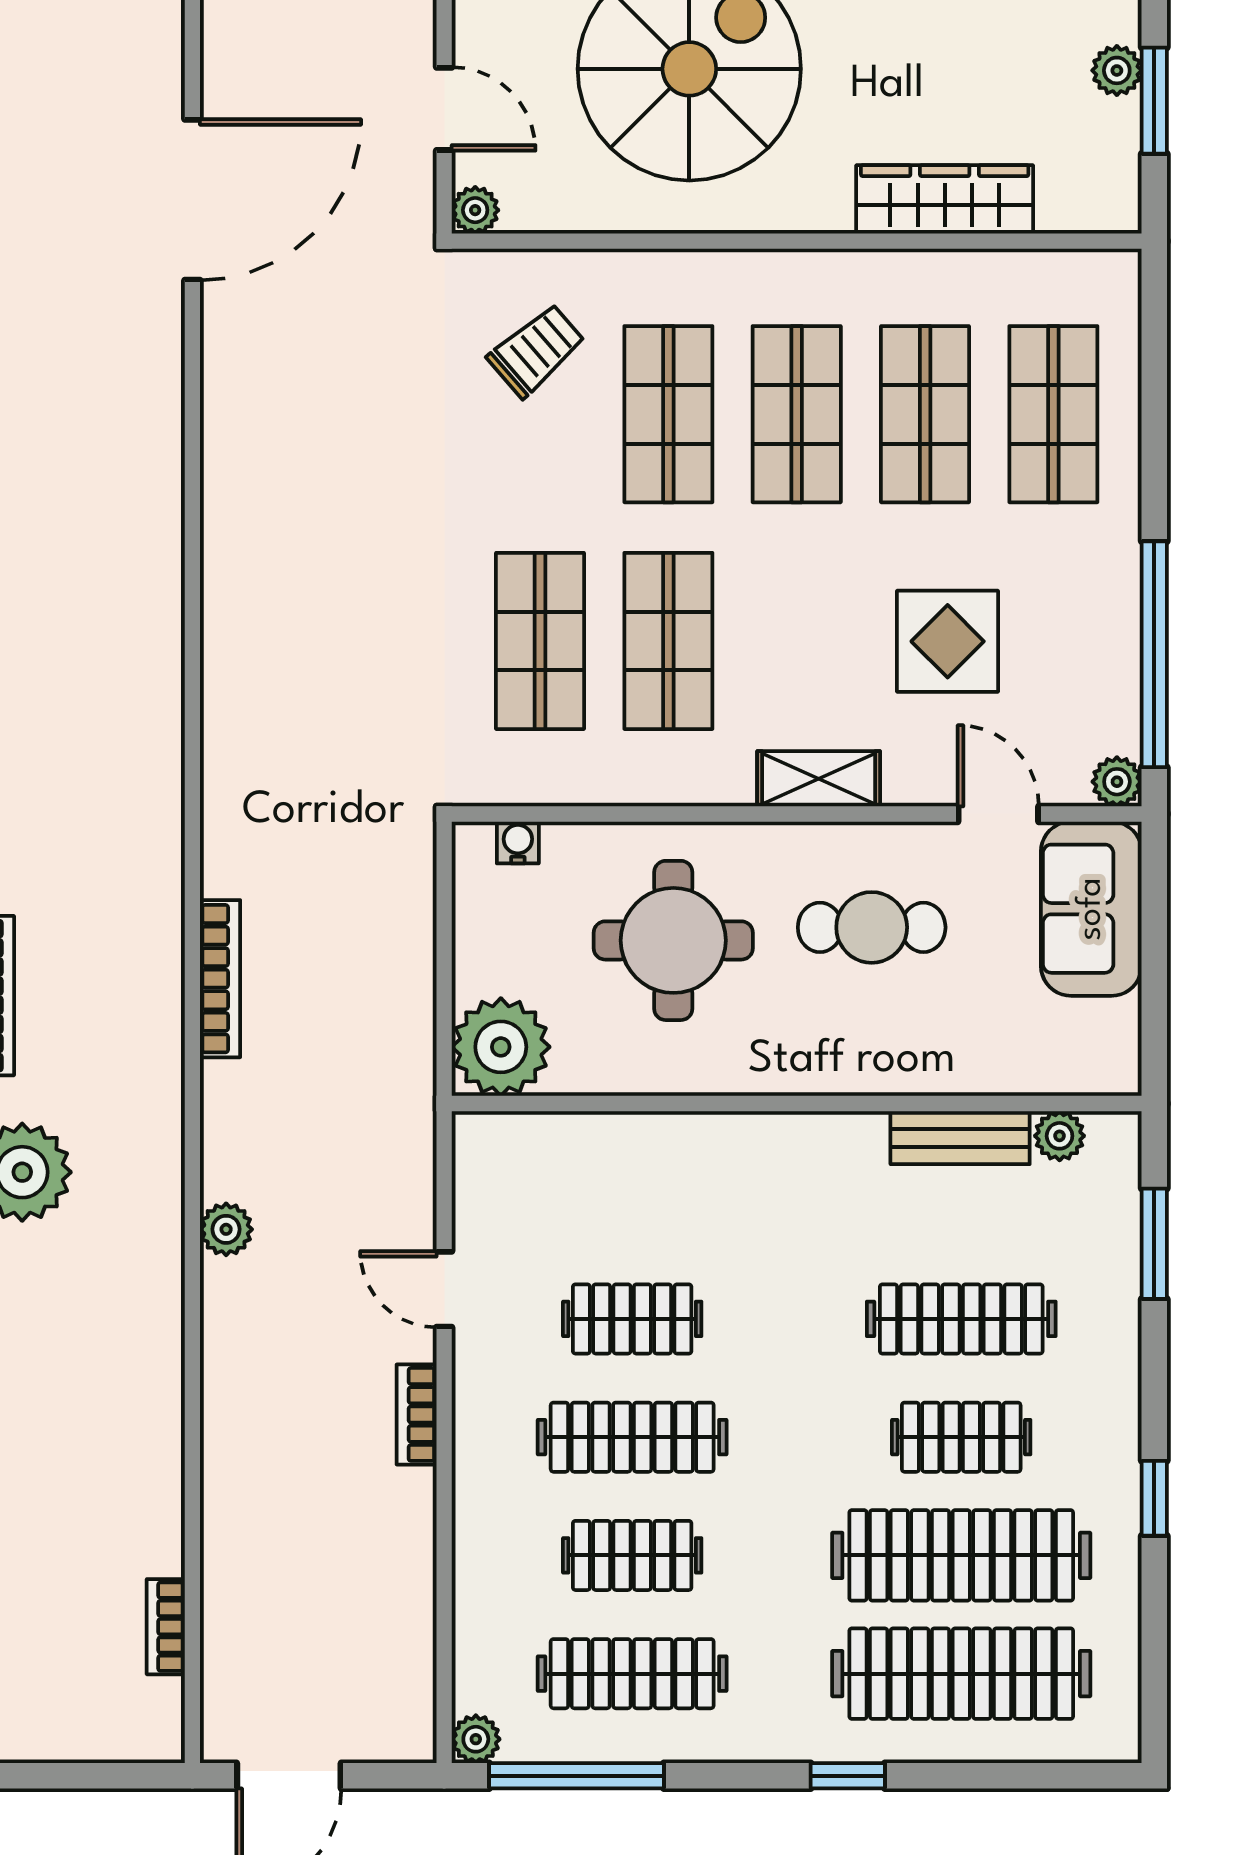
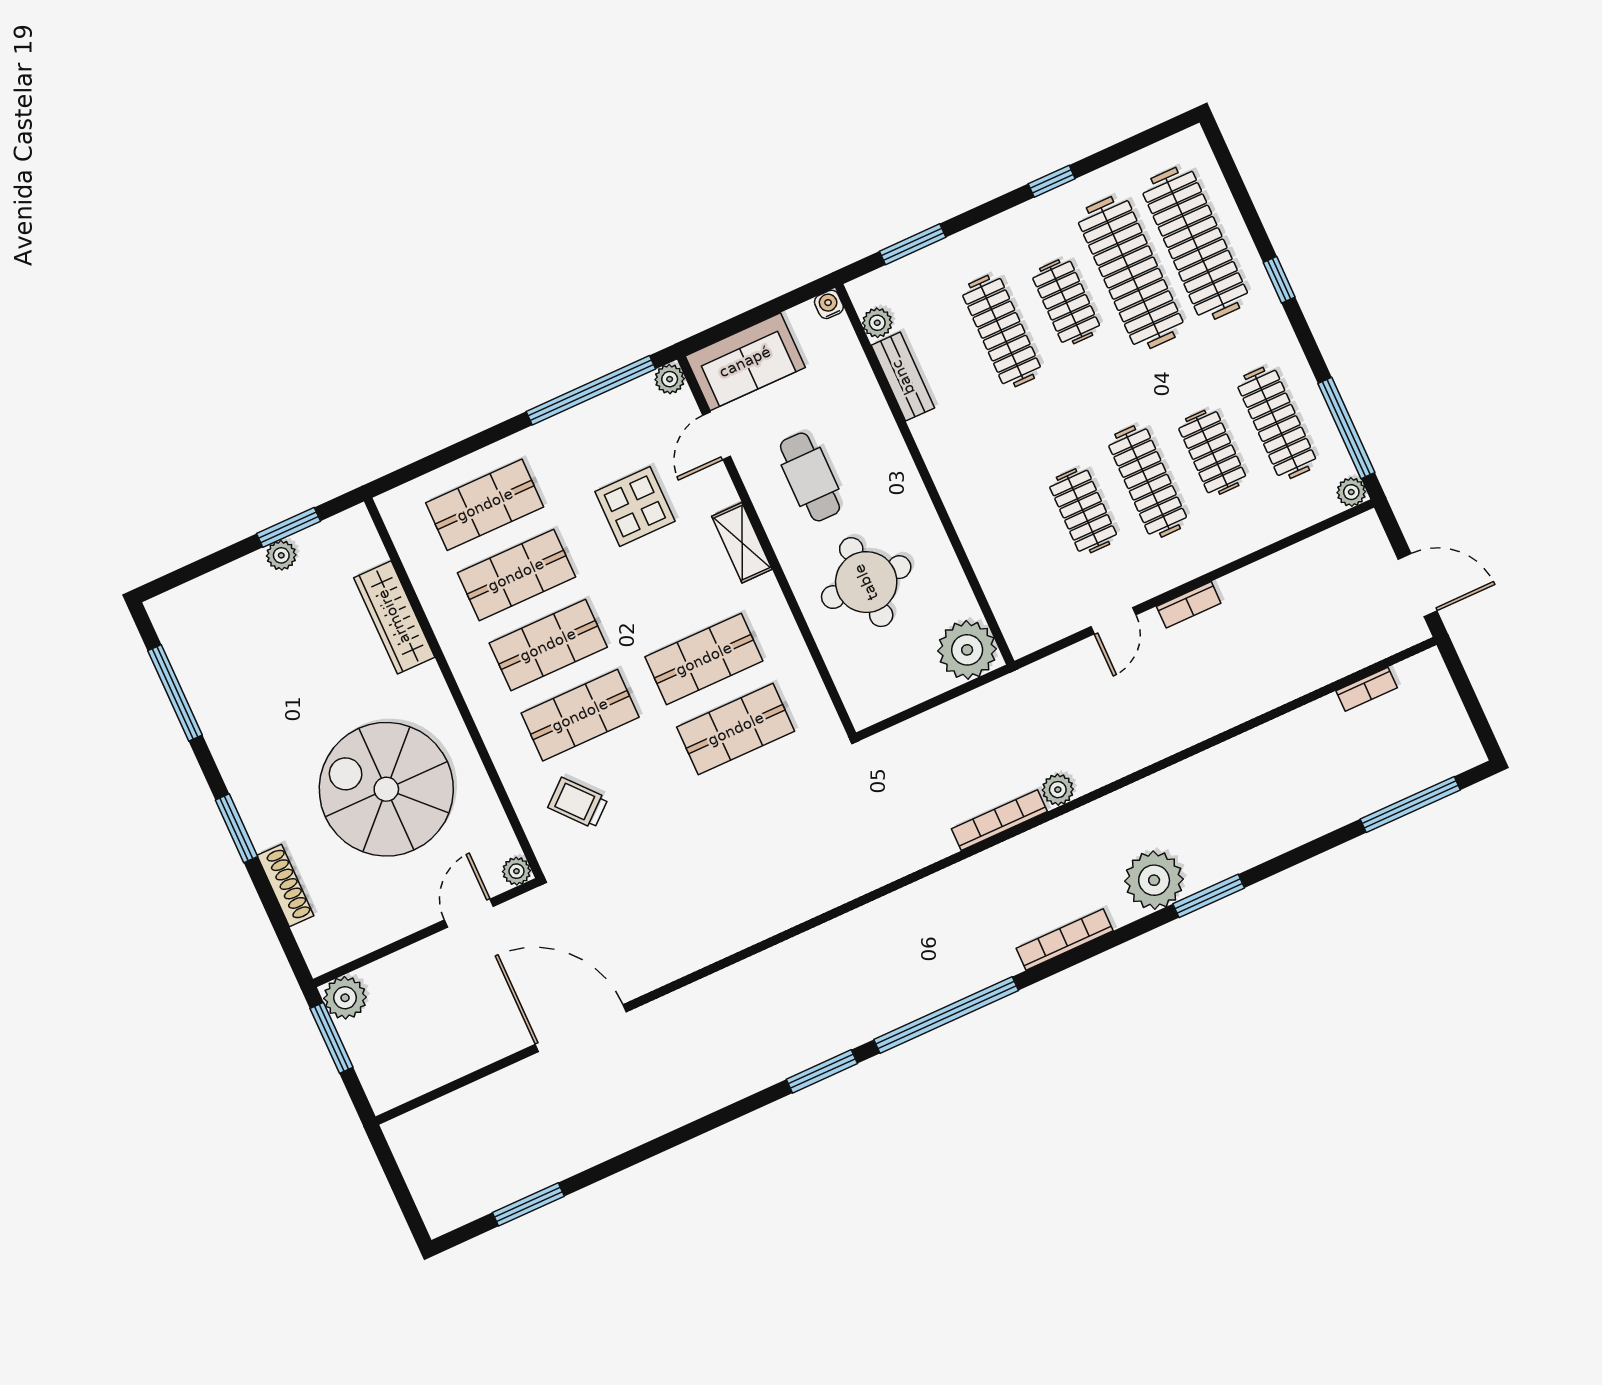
water cooler: (518, 842) -> (829, 304), moved, turned 90
plant: (226, 1229) -> (1058, 790), moved

